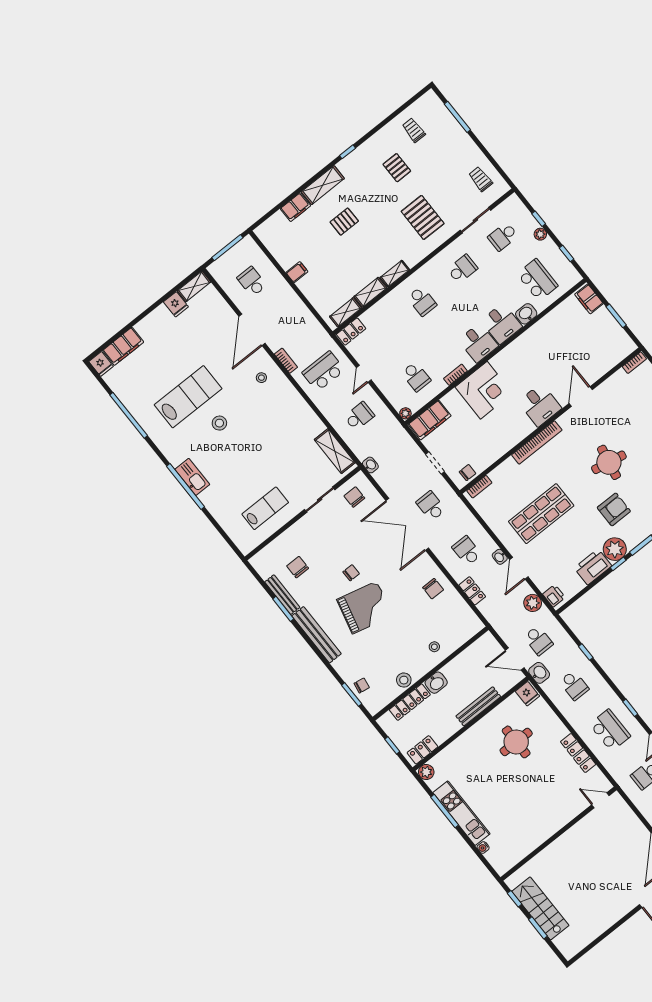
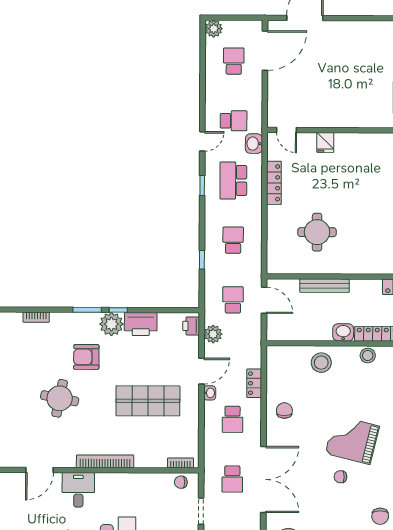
stool: (434, 647) -> (321, 363), width x1.89, depth x1.89
washbasin: (539, 673) -> (254, 144), moved
fridge: (527, 694) -> (325, 142), moved, turned 180

